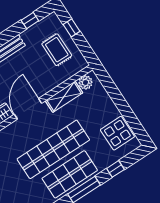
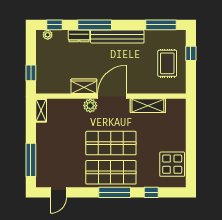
window: (30, 20) -> (161, 25), width x2.17
plant: (86, 82) -> (90, 106), moved
shop shelf: (53, 149) -> (111, 143), width x0.71

